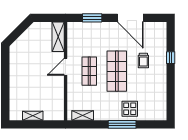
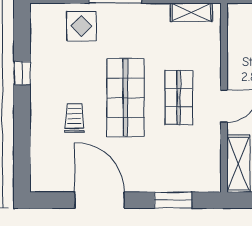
window: (171, 58) -> (22, 73), moved
display table: (130, 109) -> (81, 26), moved

